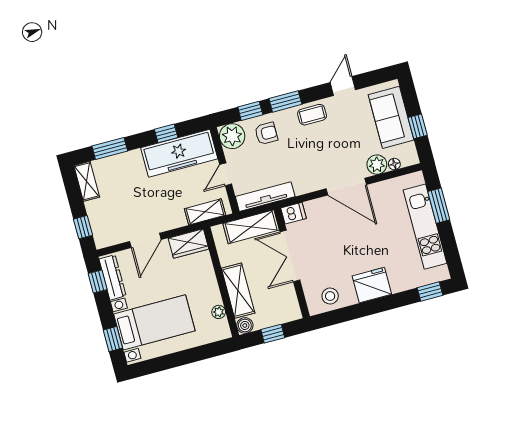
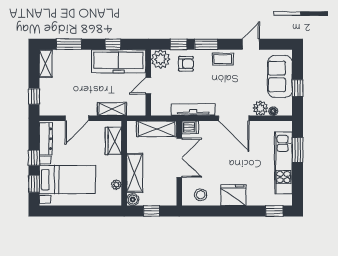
tv unit: (265, 197) -> (193, 110), moved
shelving: (205, 212) -> (112, 109), moved
wardrobe: (188, 244) -> (113, 141), moved, turned 90
double door: (290, 256) -> (179, 158), swing flipped
window: (98, 282) -> (34, 158), moved

